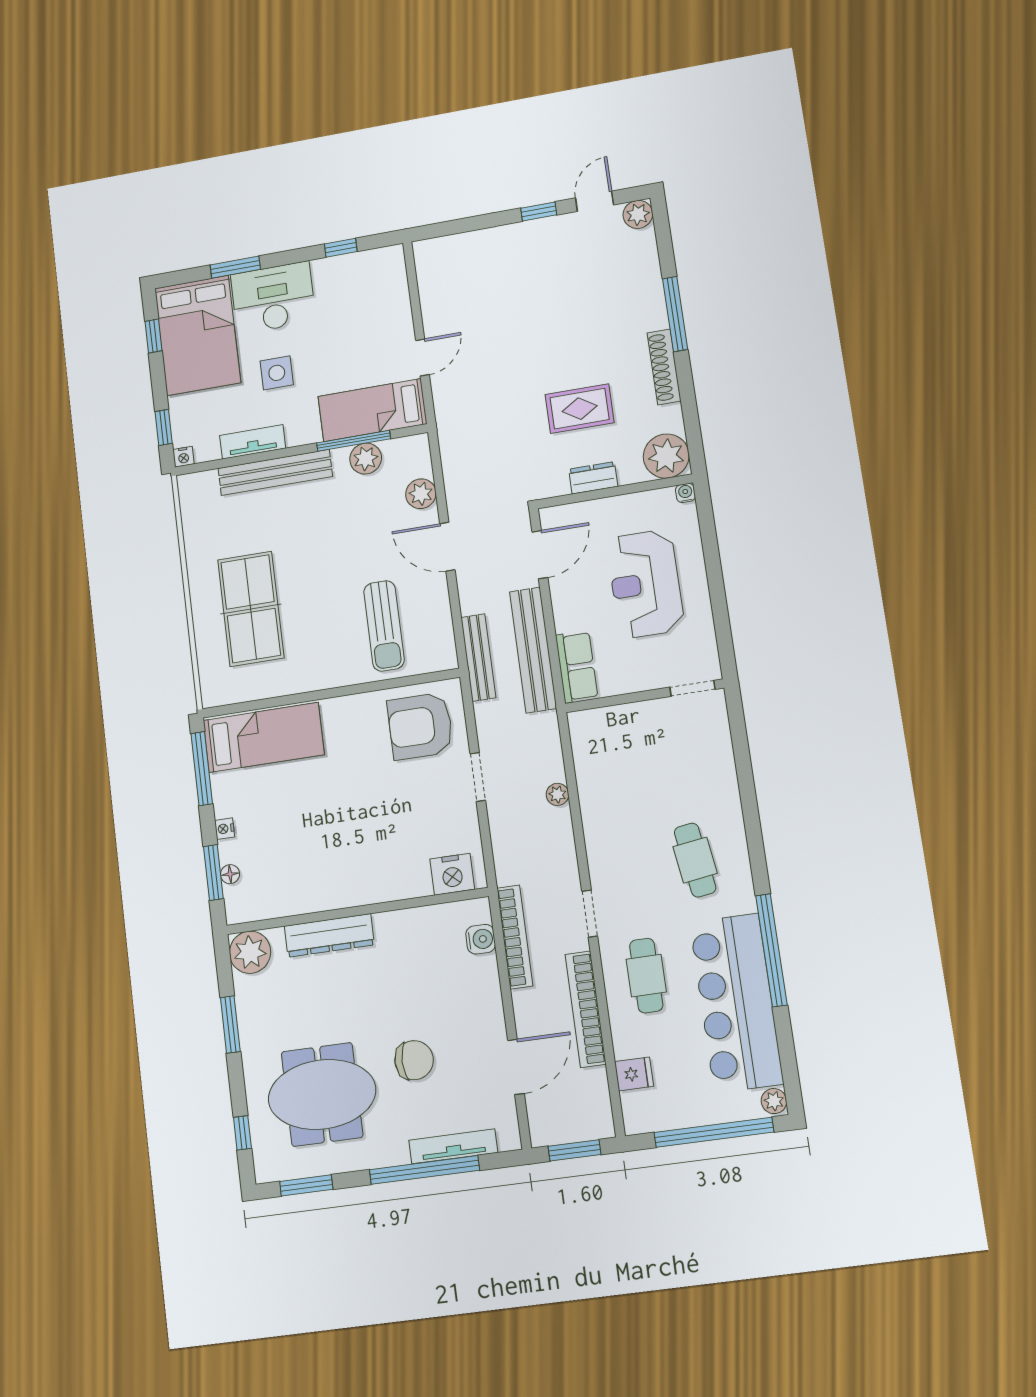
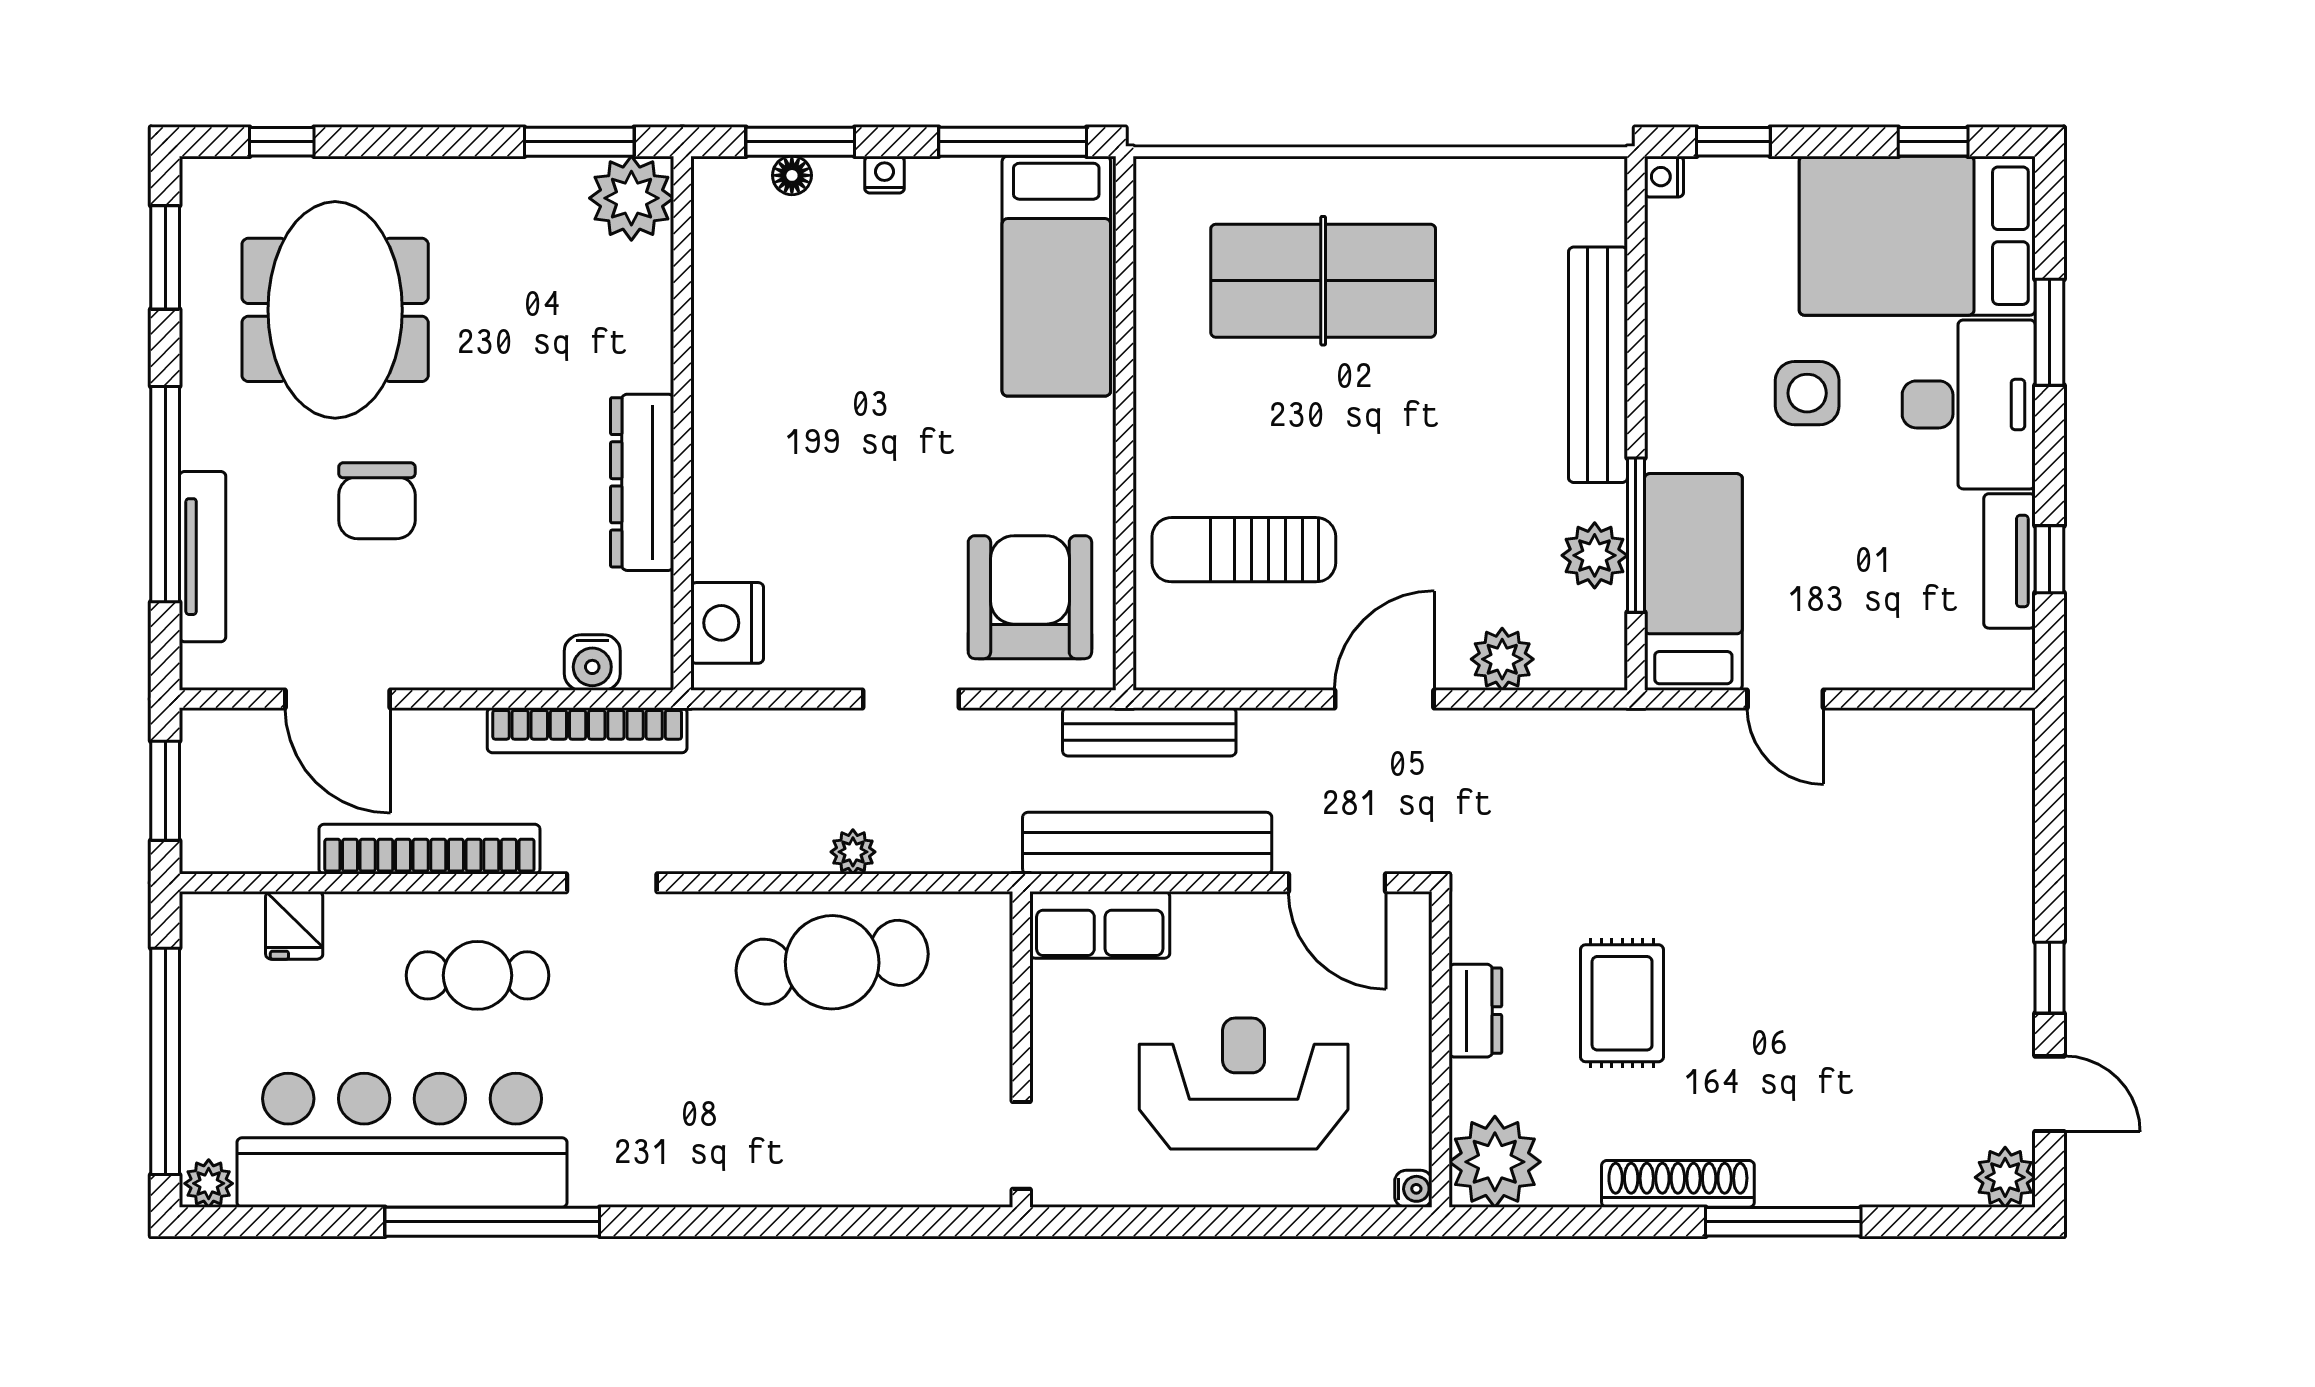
tv unit: (253, 442) -> (2009, 561), moved, turned 180
cafe table: (695, 860) -> (832, 962), moved, width x1.37, depth x1.35
dresser: (329, 935) -> (642, 482), moved
window: (230, 1025) -> (579, 142), moved

